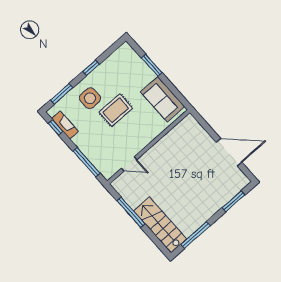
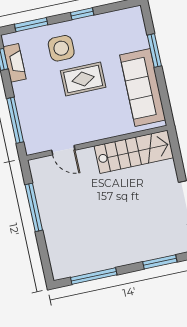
sofa: (163, 99) -> (143, 87), width x1.36
stairs: (160, 225) -> (134, 152), moved, turned 90

